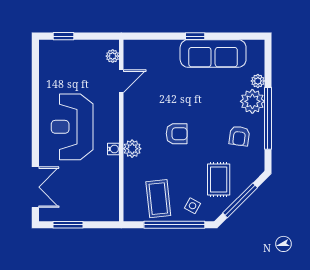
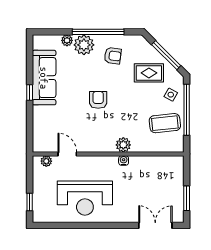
reception desk: (72, 127) -> (85, 198), moved
armchair: (177, 134) -> (98, 100), moved

